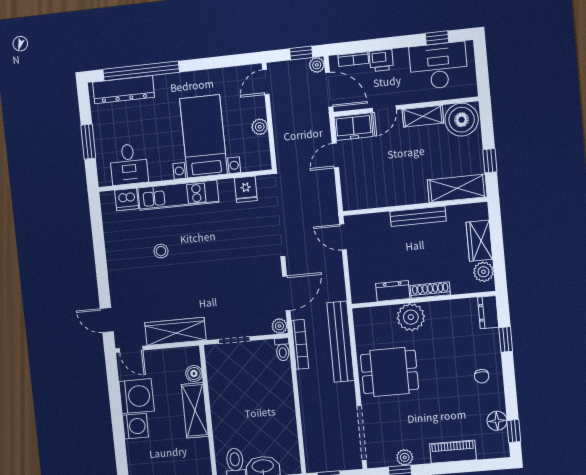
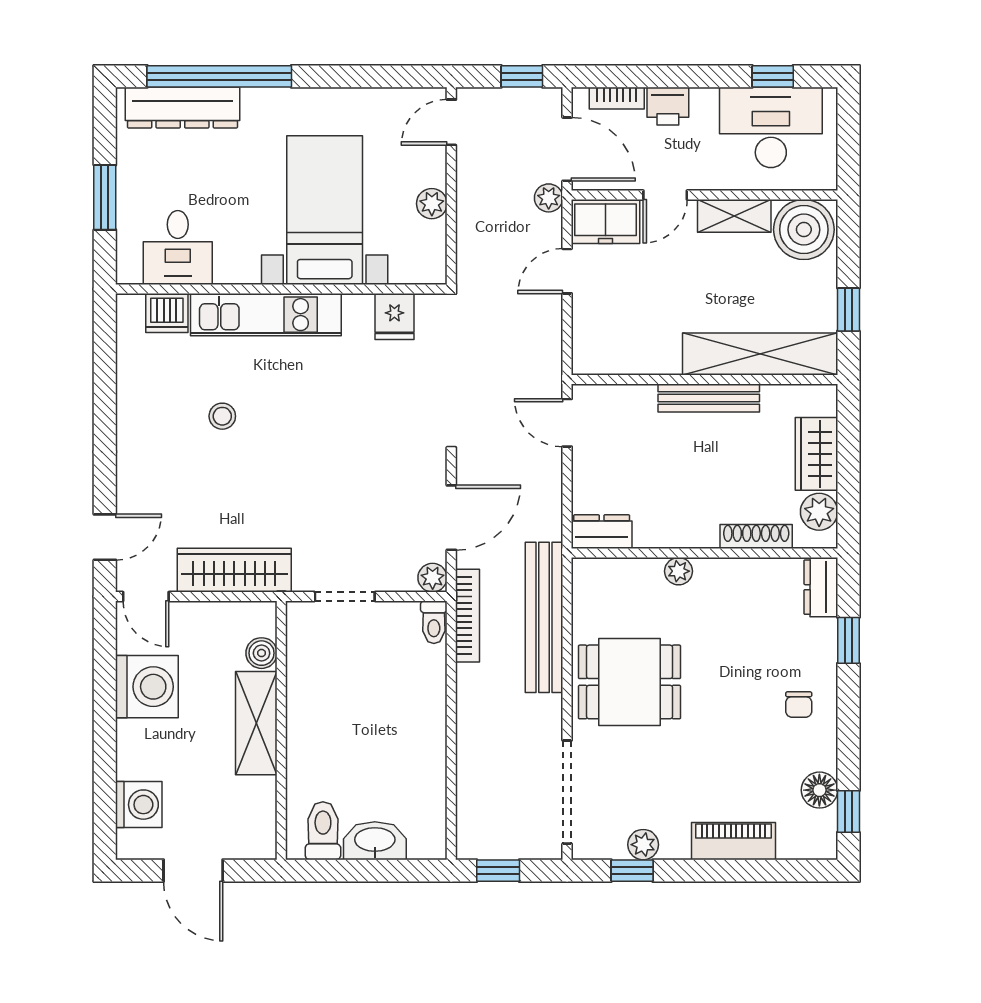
plant: (317, 65) -> (549, 198), moved
shelving: (457, 188) -> (760, 354), width x1.47
shoe rack: (430, 290) -> (756, 537), moved
dresser: (393, 291) -> (602, 532), moved
plant: (411, 317) -> (679, 571), width x0.53, depth x0.53
door: (107, 320) -> (105, 537), swing flipped
washing machine: (135, 426) -> (139, 805), moved

